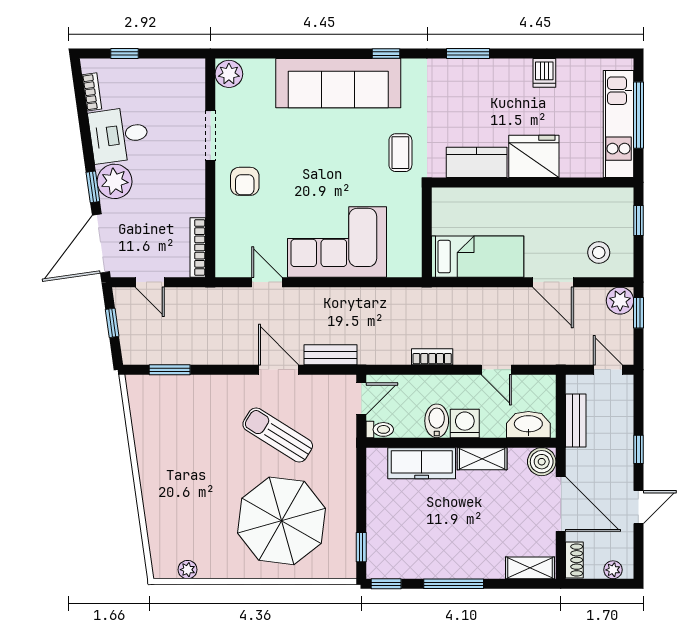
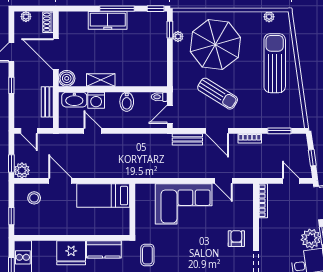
bookcase: (432, 357) -> (250, 138), moved
washing machine: (465, 423) -> (96, 100), moved
freezer: (422, 463) -> (108, 20), moved, turned 180
sun lounger: (178, 488) -> (275, 63), added
plant: (347, 535) -> (178, 36), added
shelving: (530, 568) -> (73, 18), removed

